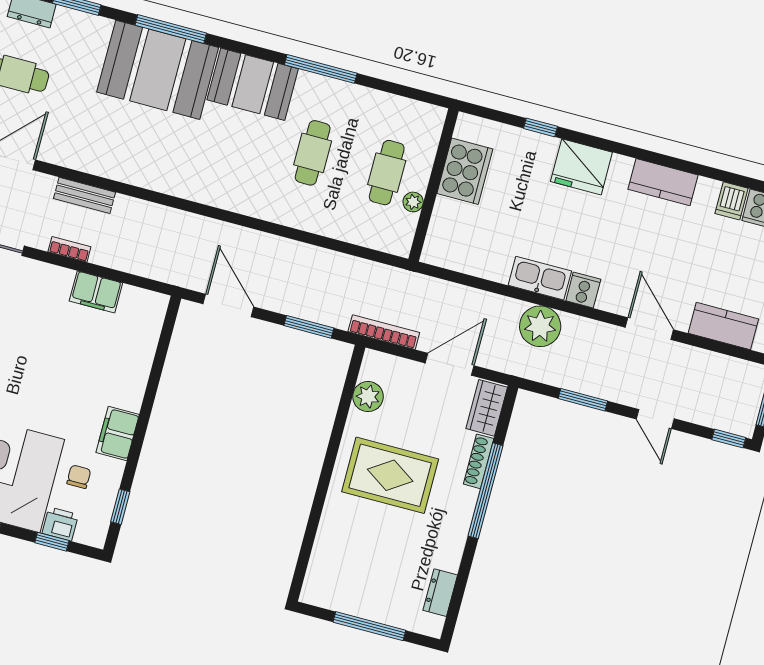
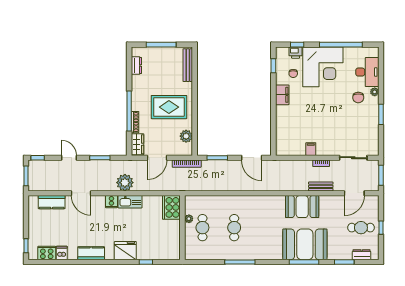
booth: (253, 84) -> (302, 207), moved
cooker: (465, 171) -> (171, 207), moved
filing cabinet: (96, 292) -> (311, 149), width x0.50
bench: (320, 562) -> (188, 65), added

